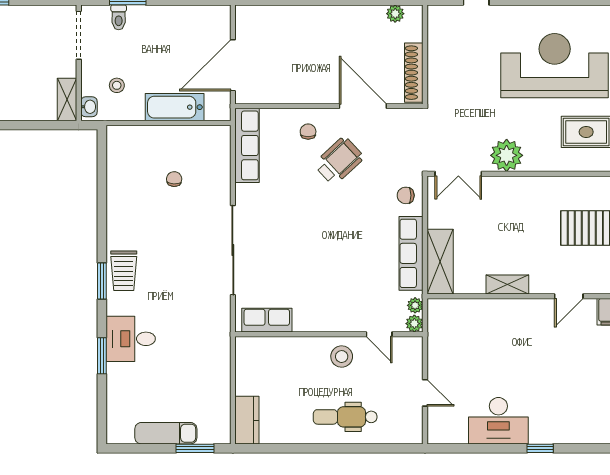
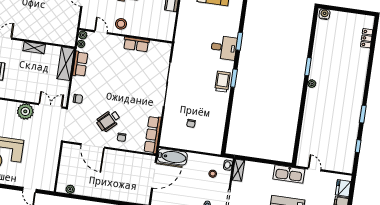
shoe rack: (414, 73) -> (65, 159), removed
bathtub: (175, 107) -> (172, 157), moved
row of seats: (411, 253) -> (80, 64), width x0.68
row of seats: (267, 320) -> (136, 44), moved

